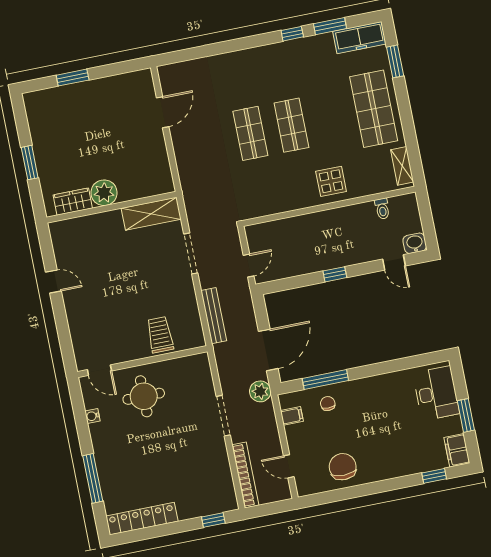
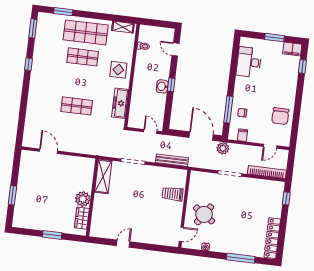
window: (330, 26) -> (33, 28), moved
freezer: (359, 38) -> (120, 103), moved, turned 180
shop shelf: (291, 125) -> (83, 57), moved
washbasin: (415, 243) -> (162, 86), moved
door: (394, 262) -> (175, 49), swing flipped
desk: (436, 393) -> (249, 62), moved, turned -90
round table: (144, 396) -> (204, 214), turned 34
chair: (343, 467) -> (280, 116), turned -90

